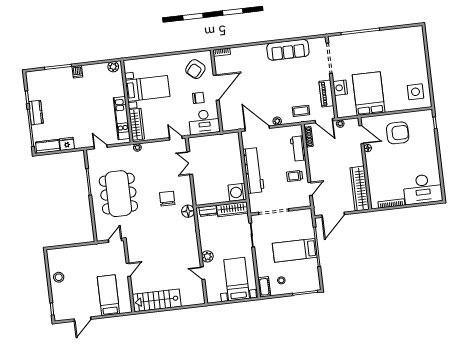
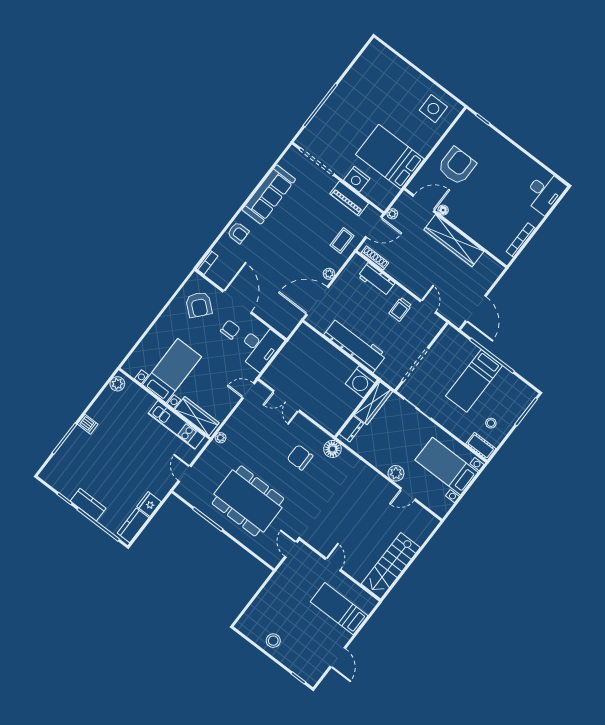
armchair: (253, 53) -> (238, 233), added
door: (101, 147) -> (185, 474), hinge flipped
wardrobe: (360, 189) -> (454, 241), moved
desk: (423, 189) -> (544, 192), width x0.73, depth x0.77

